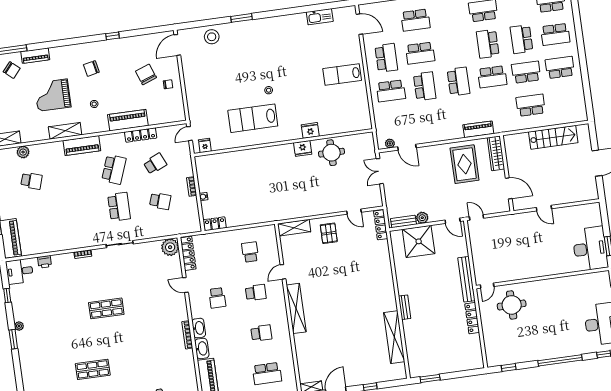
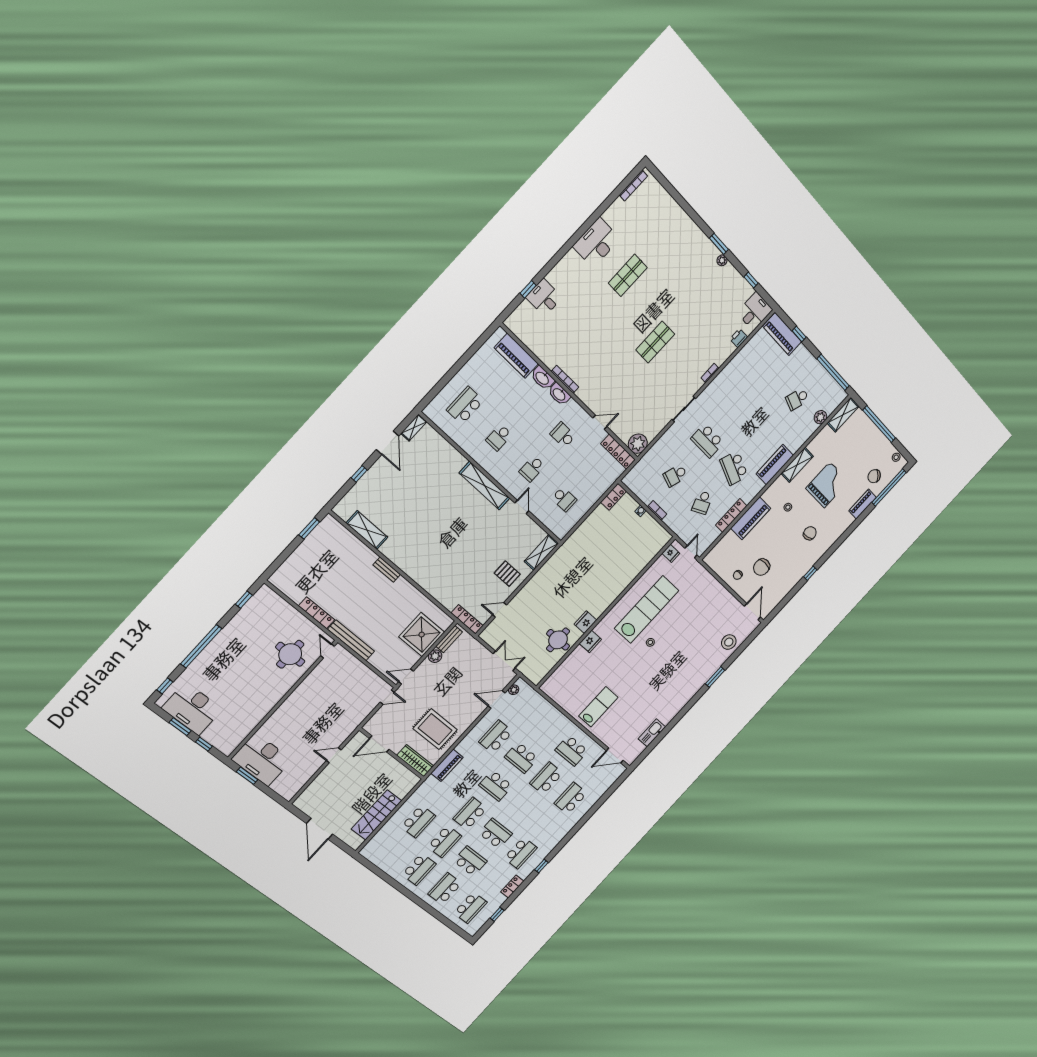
chair: (146, 74) -> (762, 567), turned 110
school desk: (391, 91) -> (496, 737), moved
lab bench: (253, 118) -> (647, 609), width x1.36
shelving: (394, 337) -> (367, 530), width x0.68

